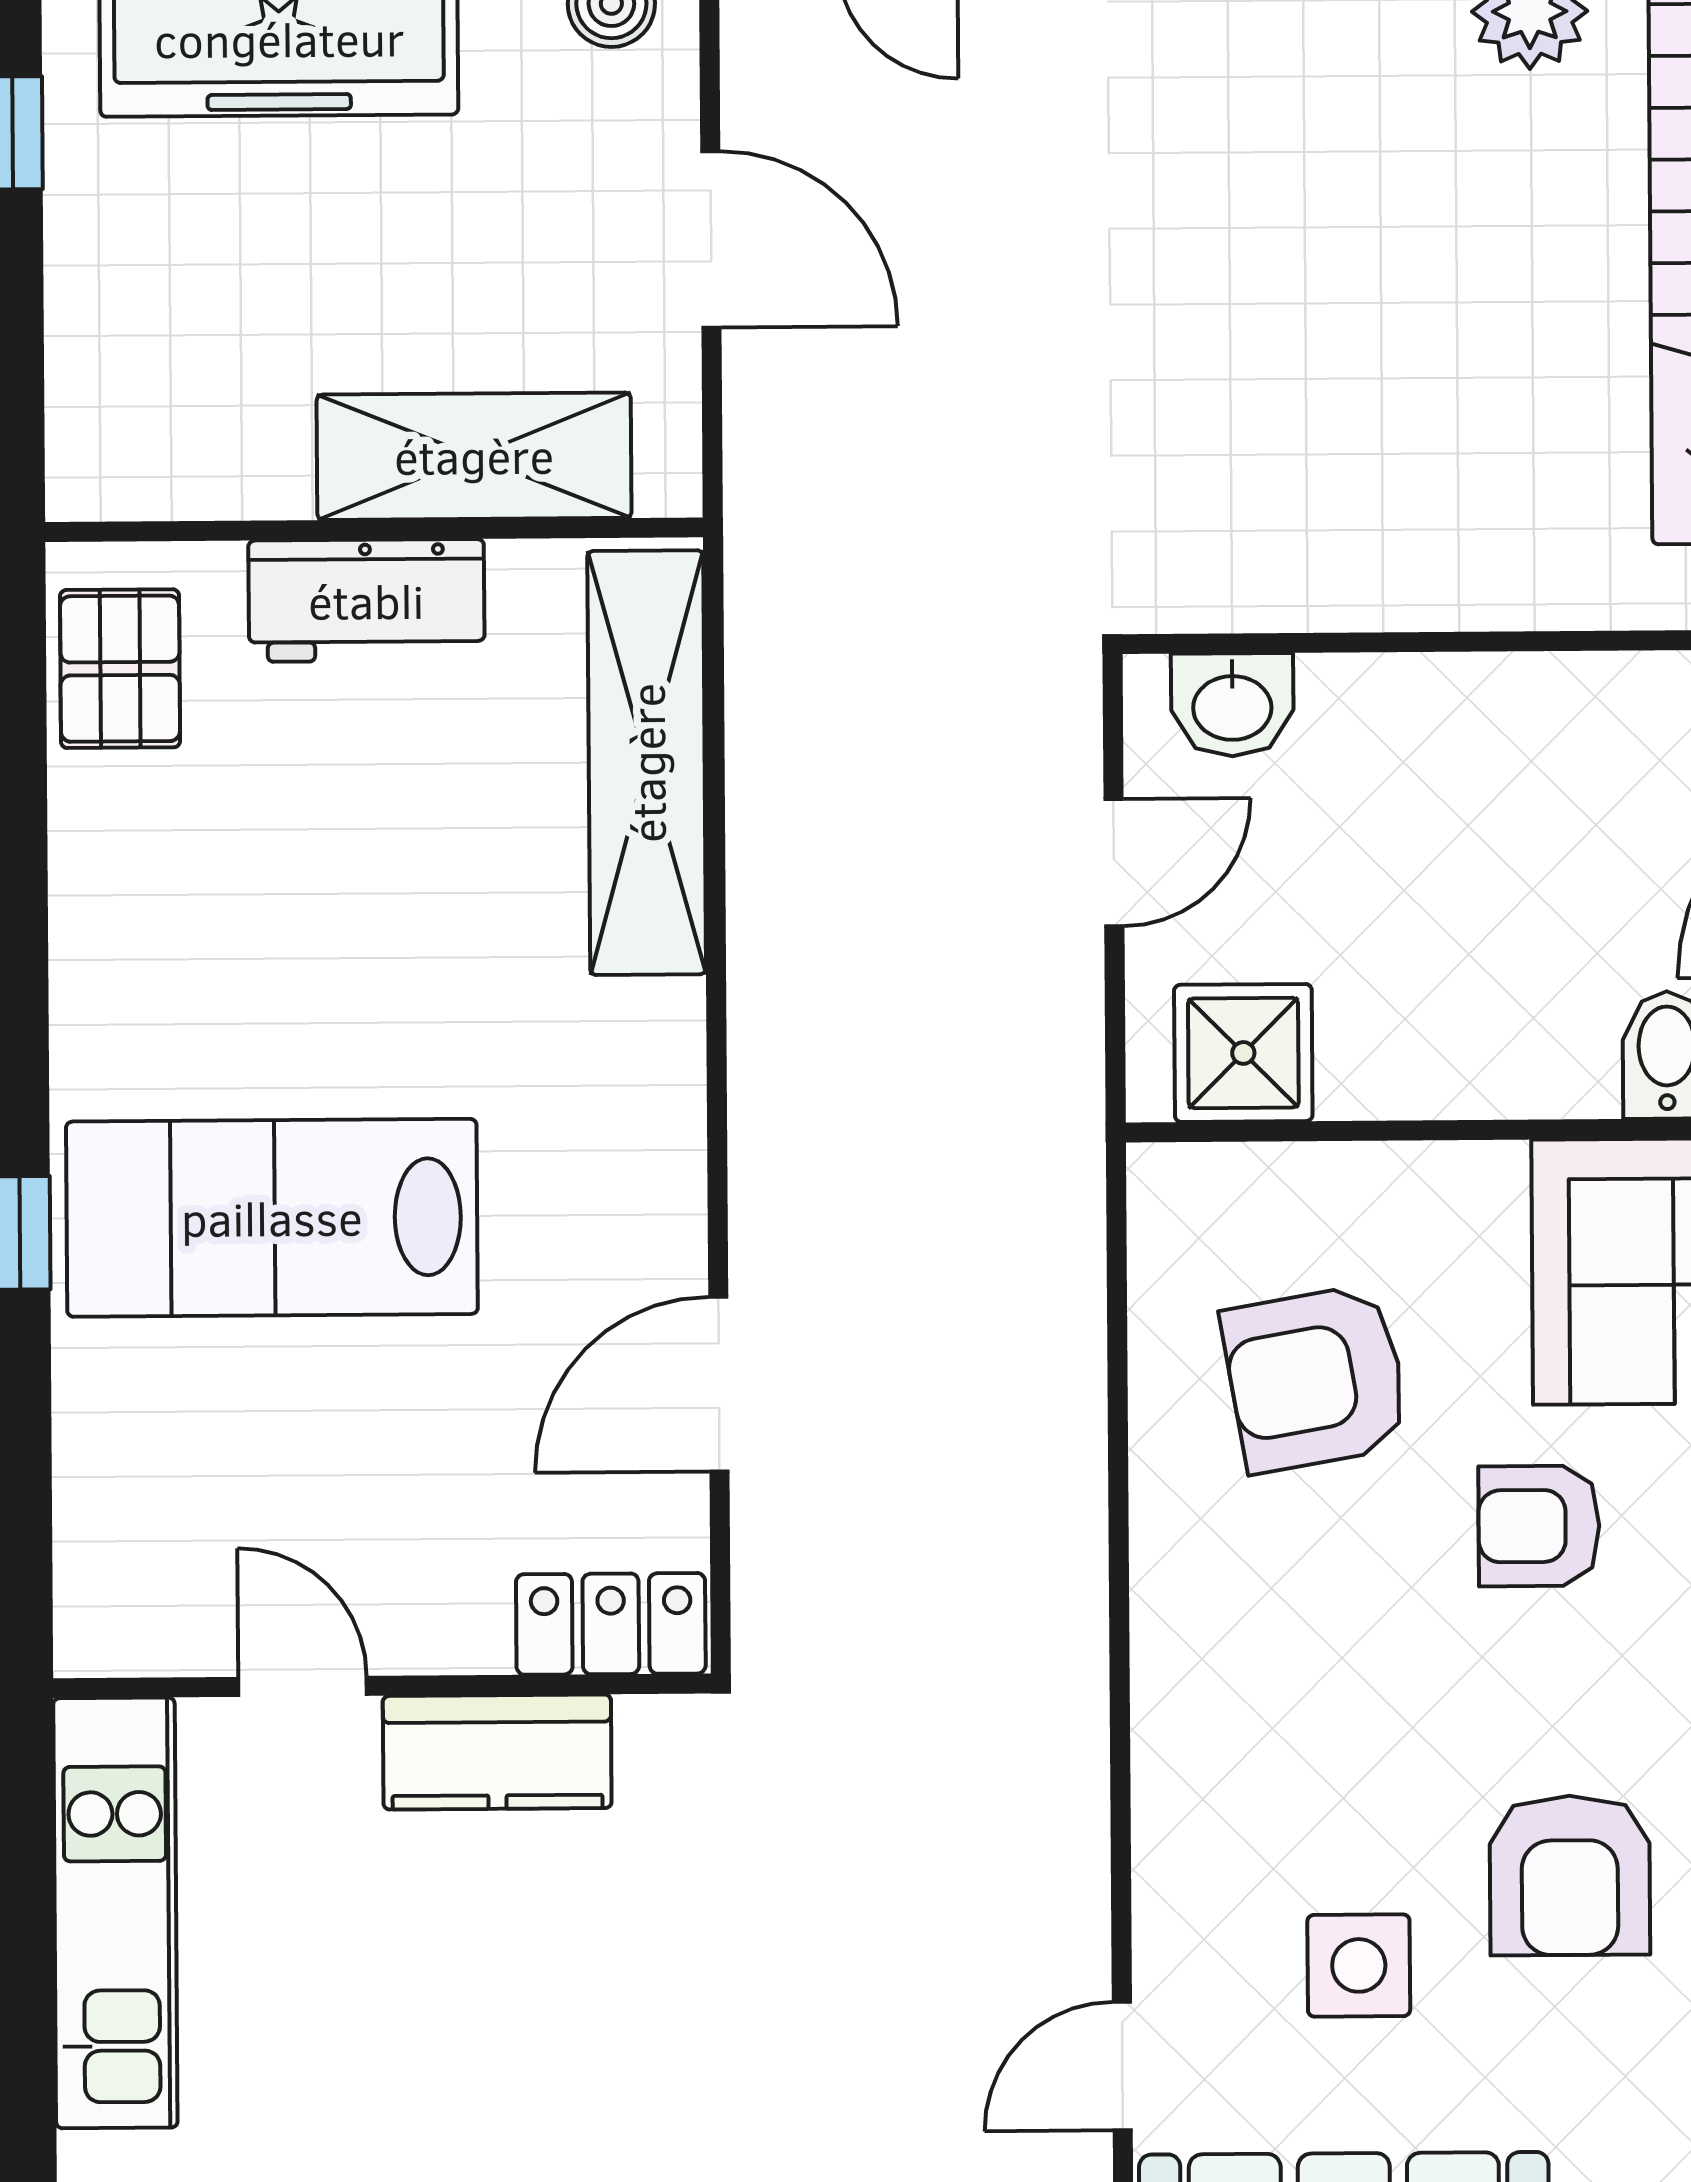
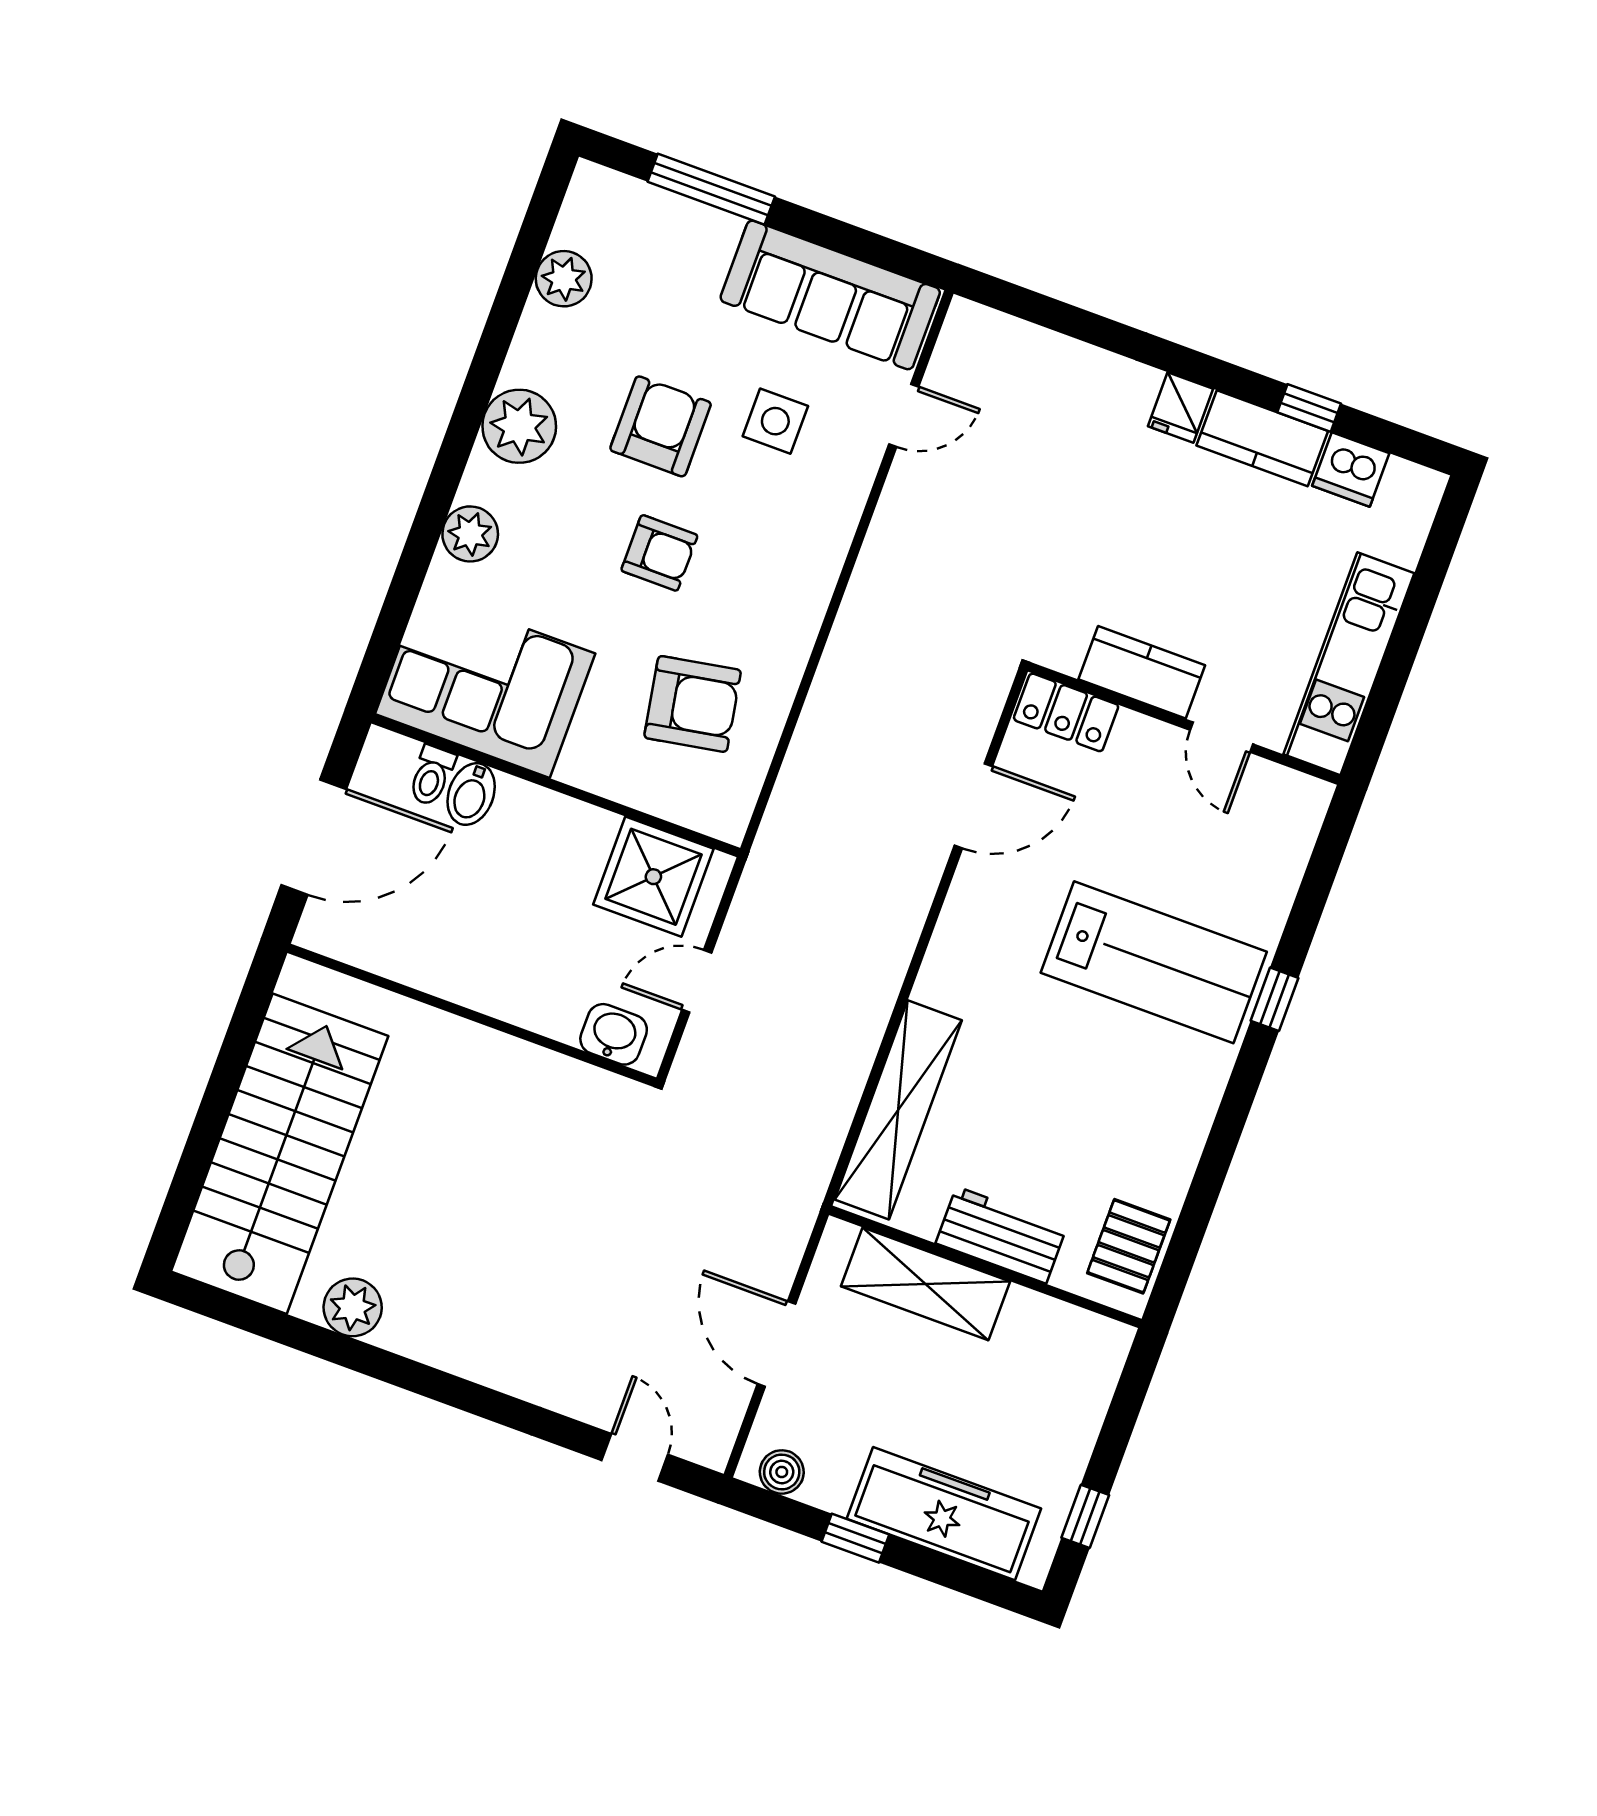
shower: (1243, 1053) -> (653, 877), width x1.36, depth x1.36
armchair: (1539, 1526) -> (659, 553), moved

